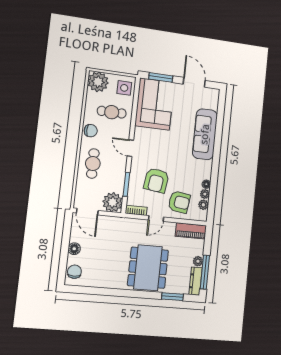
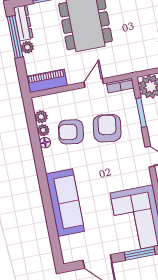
armchair: (179, 202) -> (71, 132), moved

